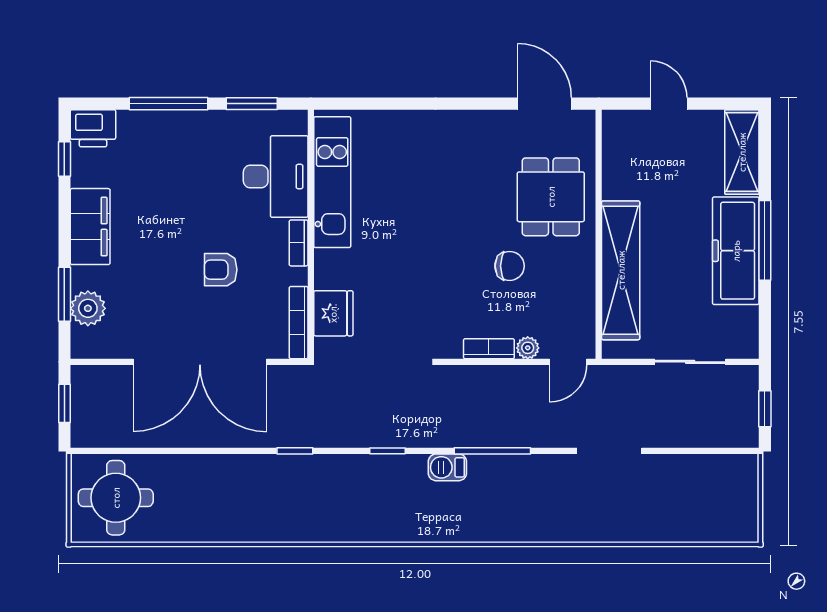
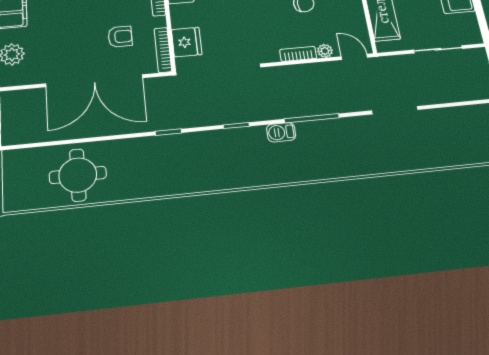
armchair: (221, 270) -> (120, 37), moved, turned 180
door: (568, 362) -> (354, 57), swing flipped
round table: (116, 498) -> (78, 175), moved

